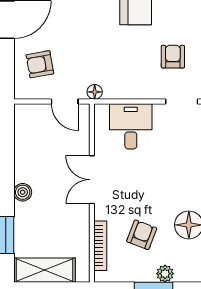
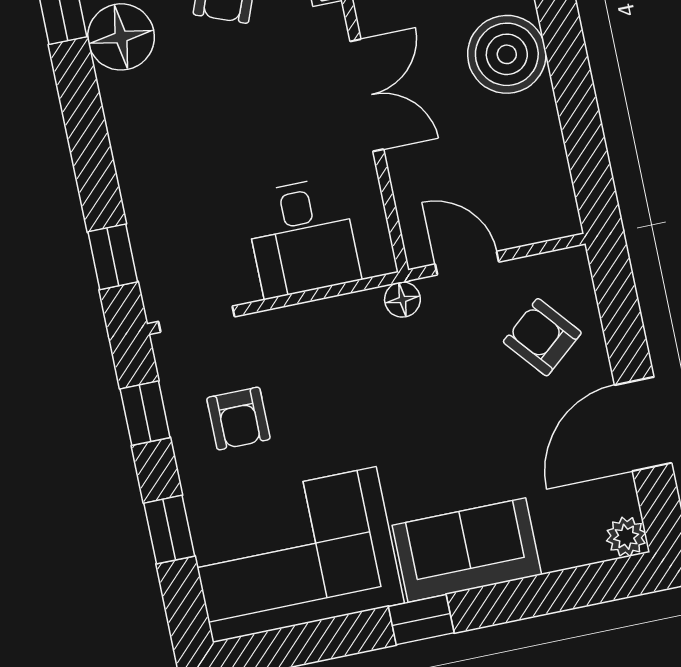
armchair: (40, 64) -> (542, 337), turned -120
boiler: (23, 192) -> (507, 54), width x1.86, depth x1.86

